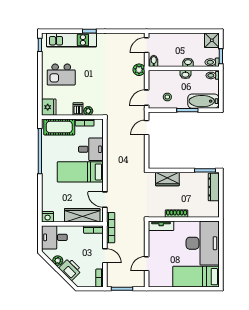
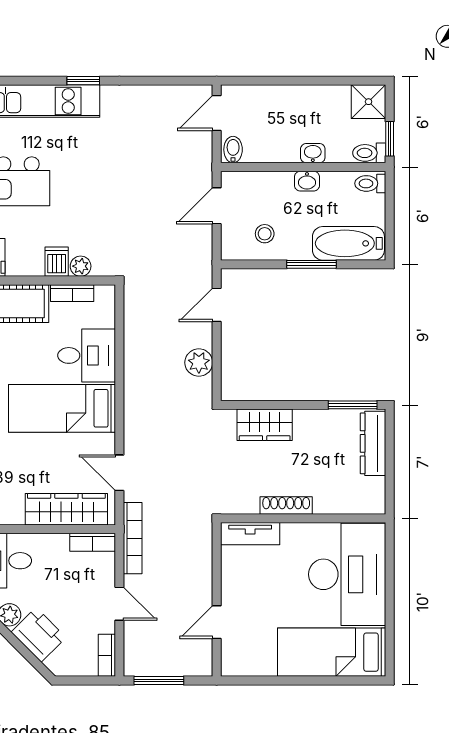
plant: (139, 70) -> (199, 363), moved
door: (147, 98) -> (217, 206), moved

